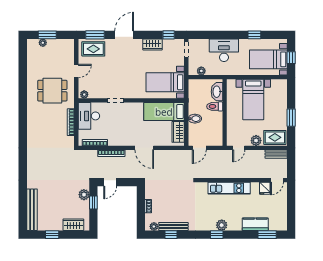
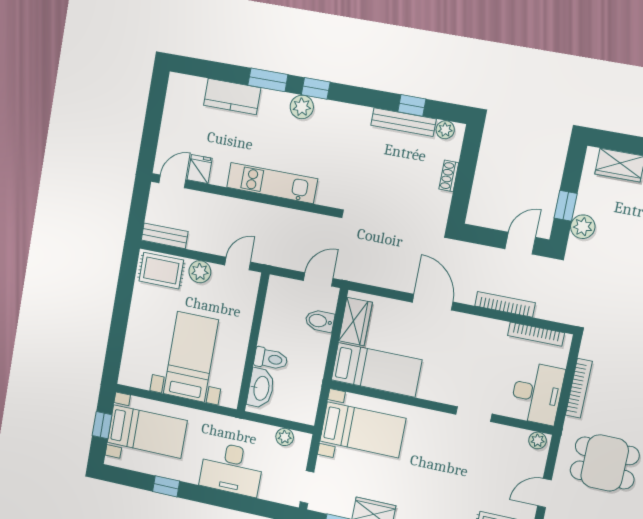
window: (291, 118) -> (122, 305), removed
bidet: (195, 119) -> (320, 321), moved
window: (267, 235) -> (268, 80), moved

